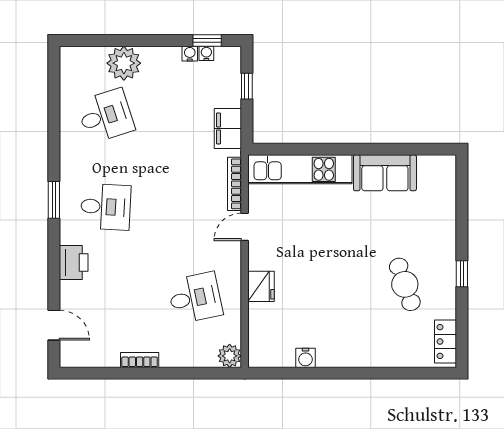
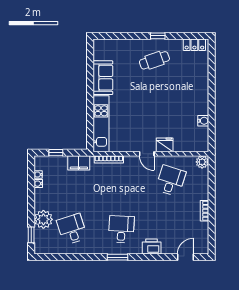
window: (207, 41) -> (31, 235), moved
door: (245, 227) -> (147, 154), moved
cafe table: (405, 284) -> (154, 60), moved
desk: (195, 298) -> (171, 181), turned 30

